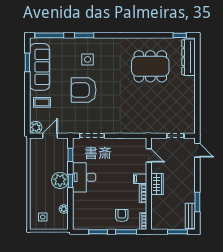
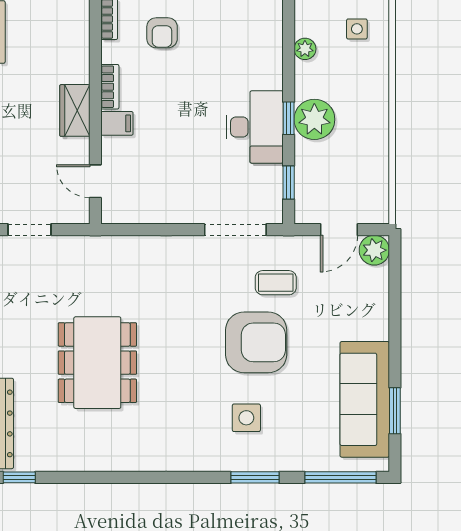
dining table: (150, 66) -> (97, 363), moved, turned 90
coffee table: (42, 102) -> (276, 283), moved

